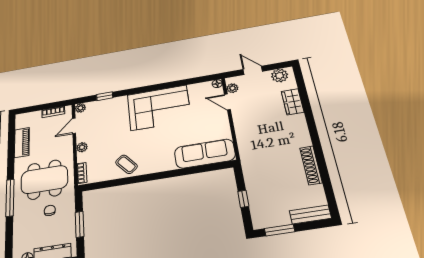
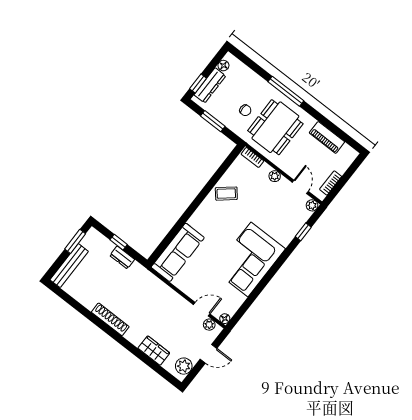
shoe rack: (311, 165) -> (110, 319), moved
dresser: (252, 185) -> (122, 257), added
bench: (310, 214) -> (69, 266), width x1.36

